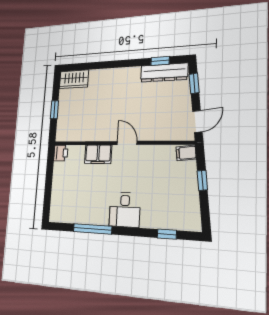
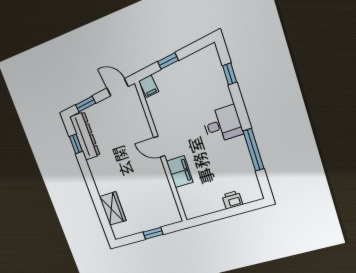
wardrobe: (74, 79) -> (113, 209), moved
door: (127, 143) -> (159, 147), hinge flipped
printer: (61, 153) -> (232, 200), moved

